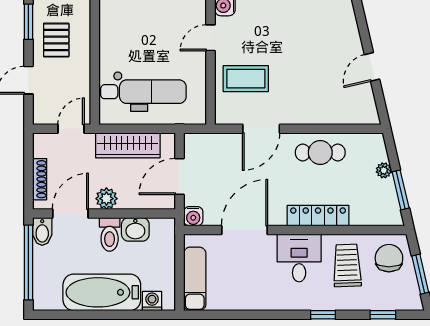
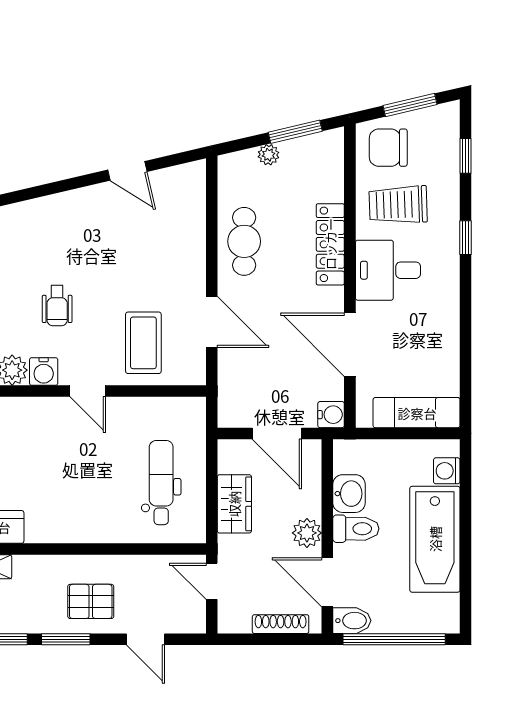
wheelchair: (273, 15) -> (57, 306), added
dental chair: (143, 92) -> (161, 483), width x0.73, depth x0.72
wardrobe: (128, 145) -> (234, 504), width x0.67

